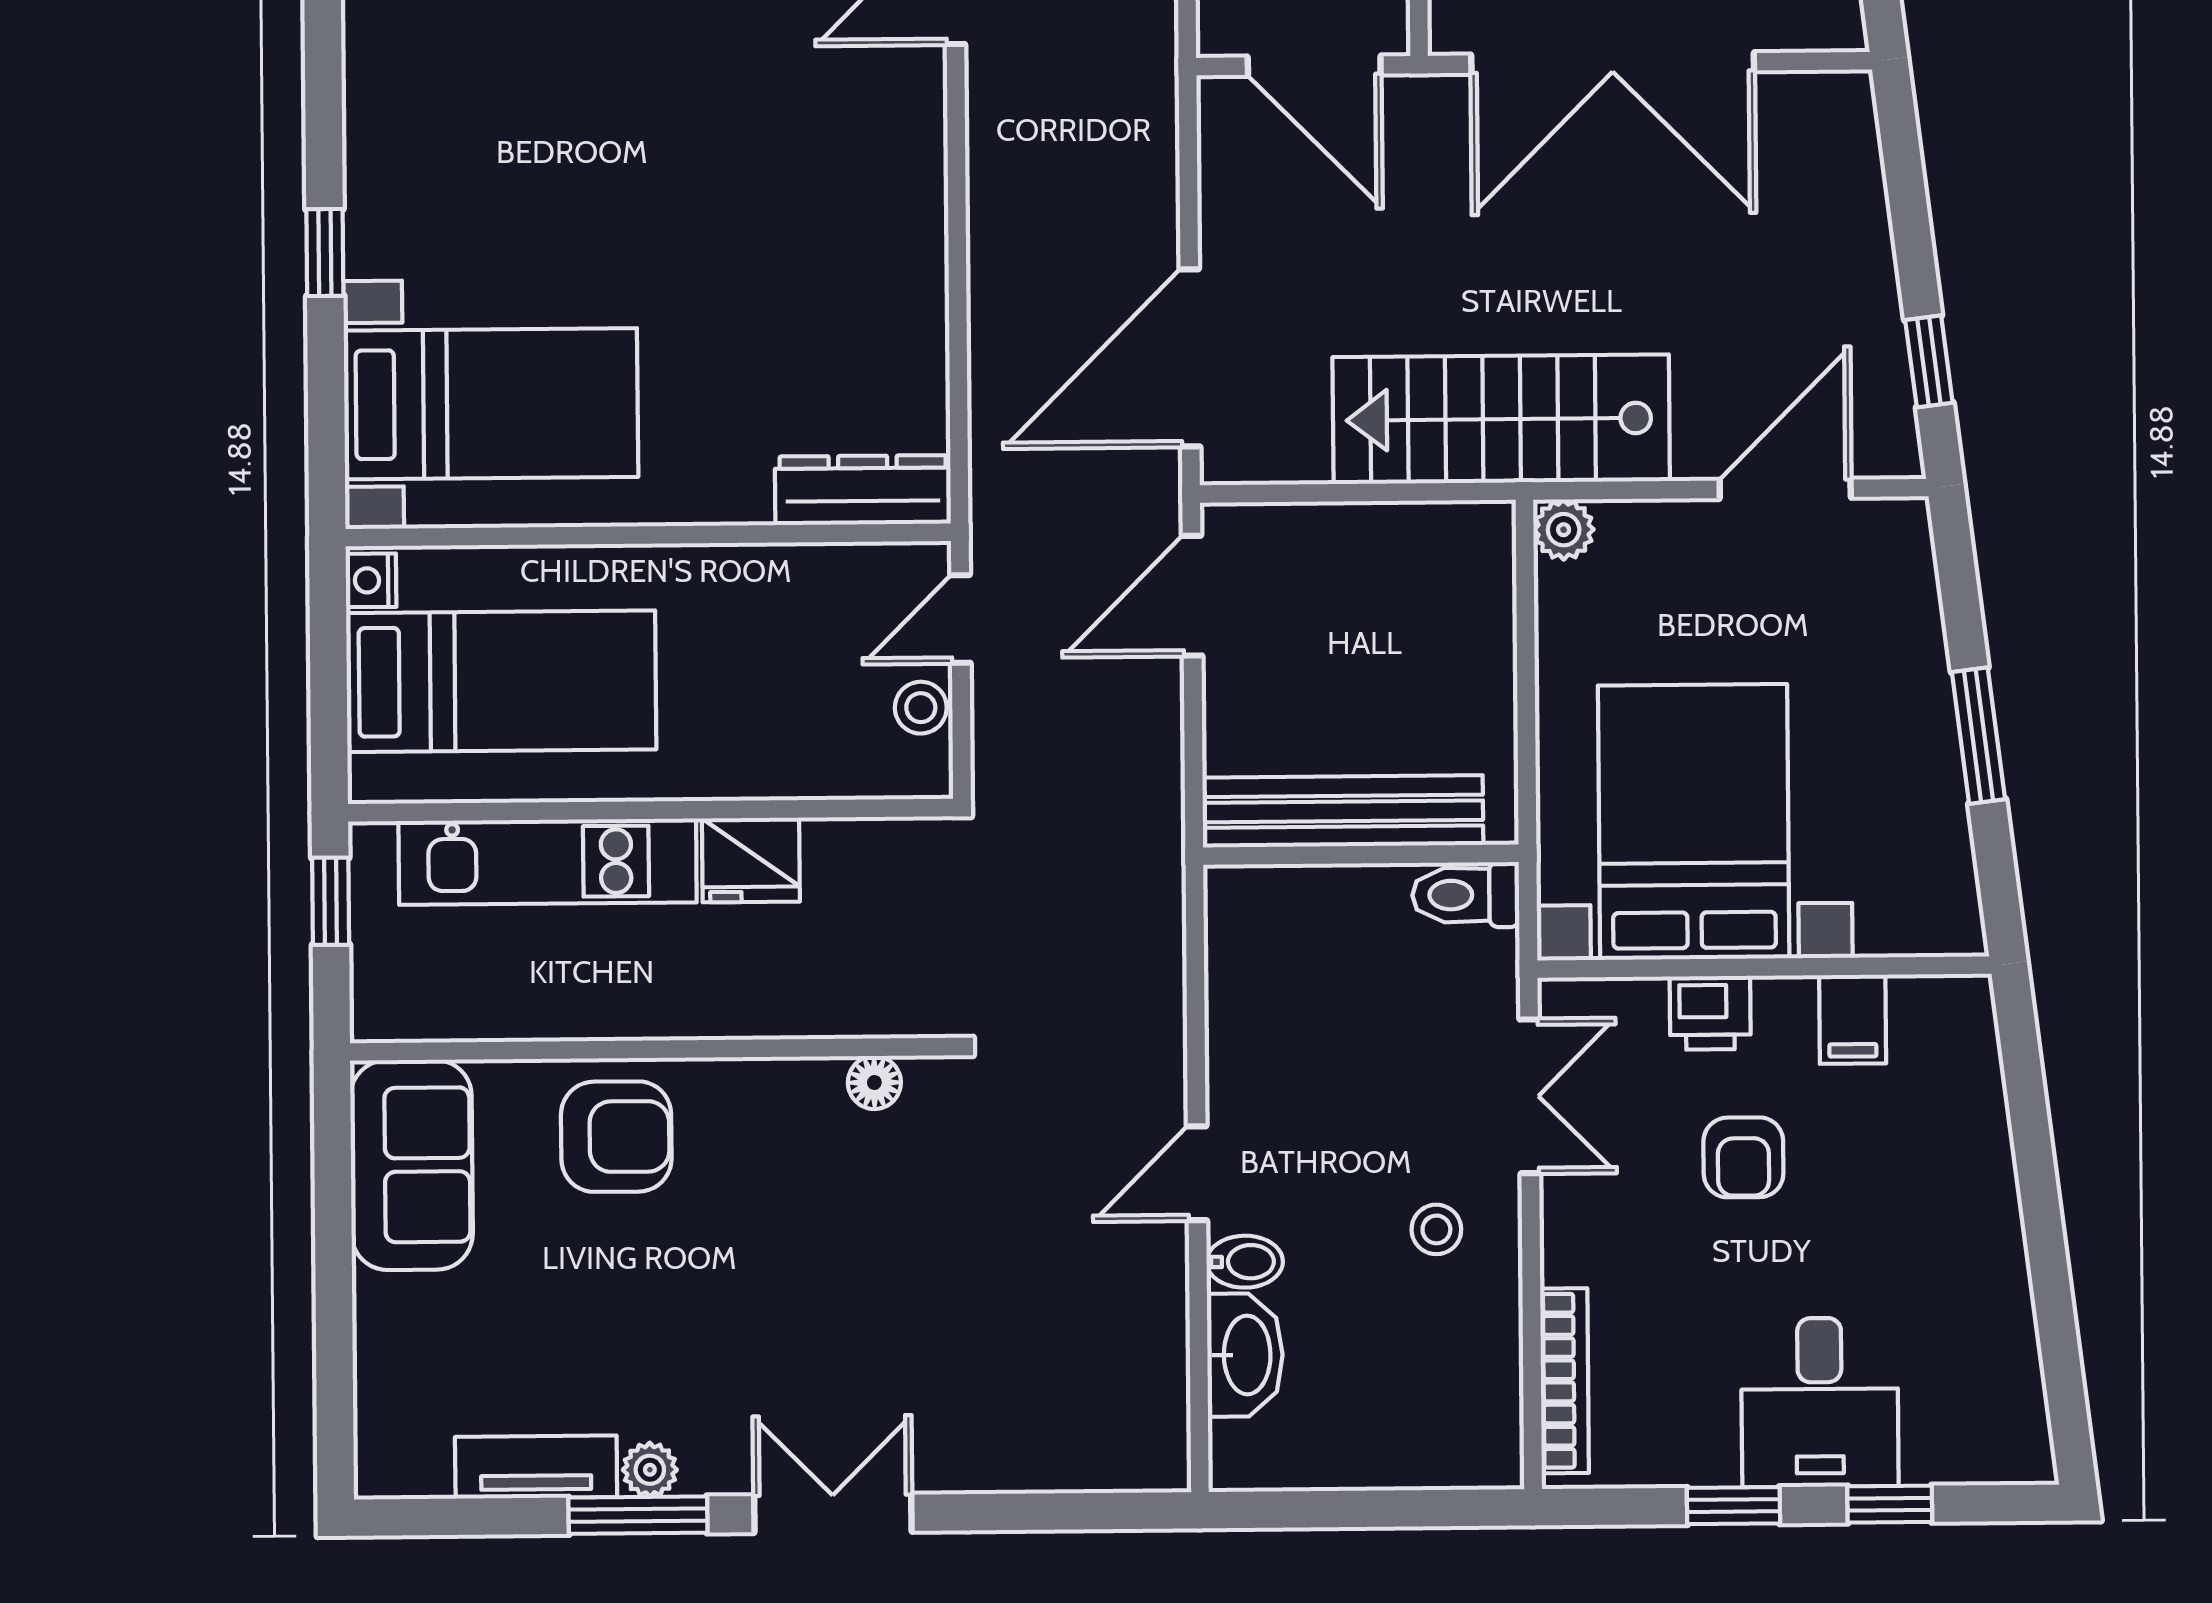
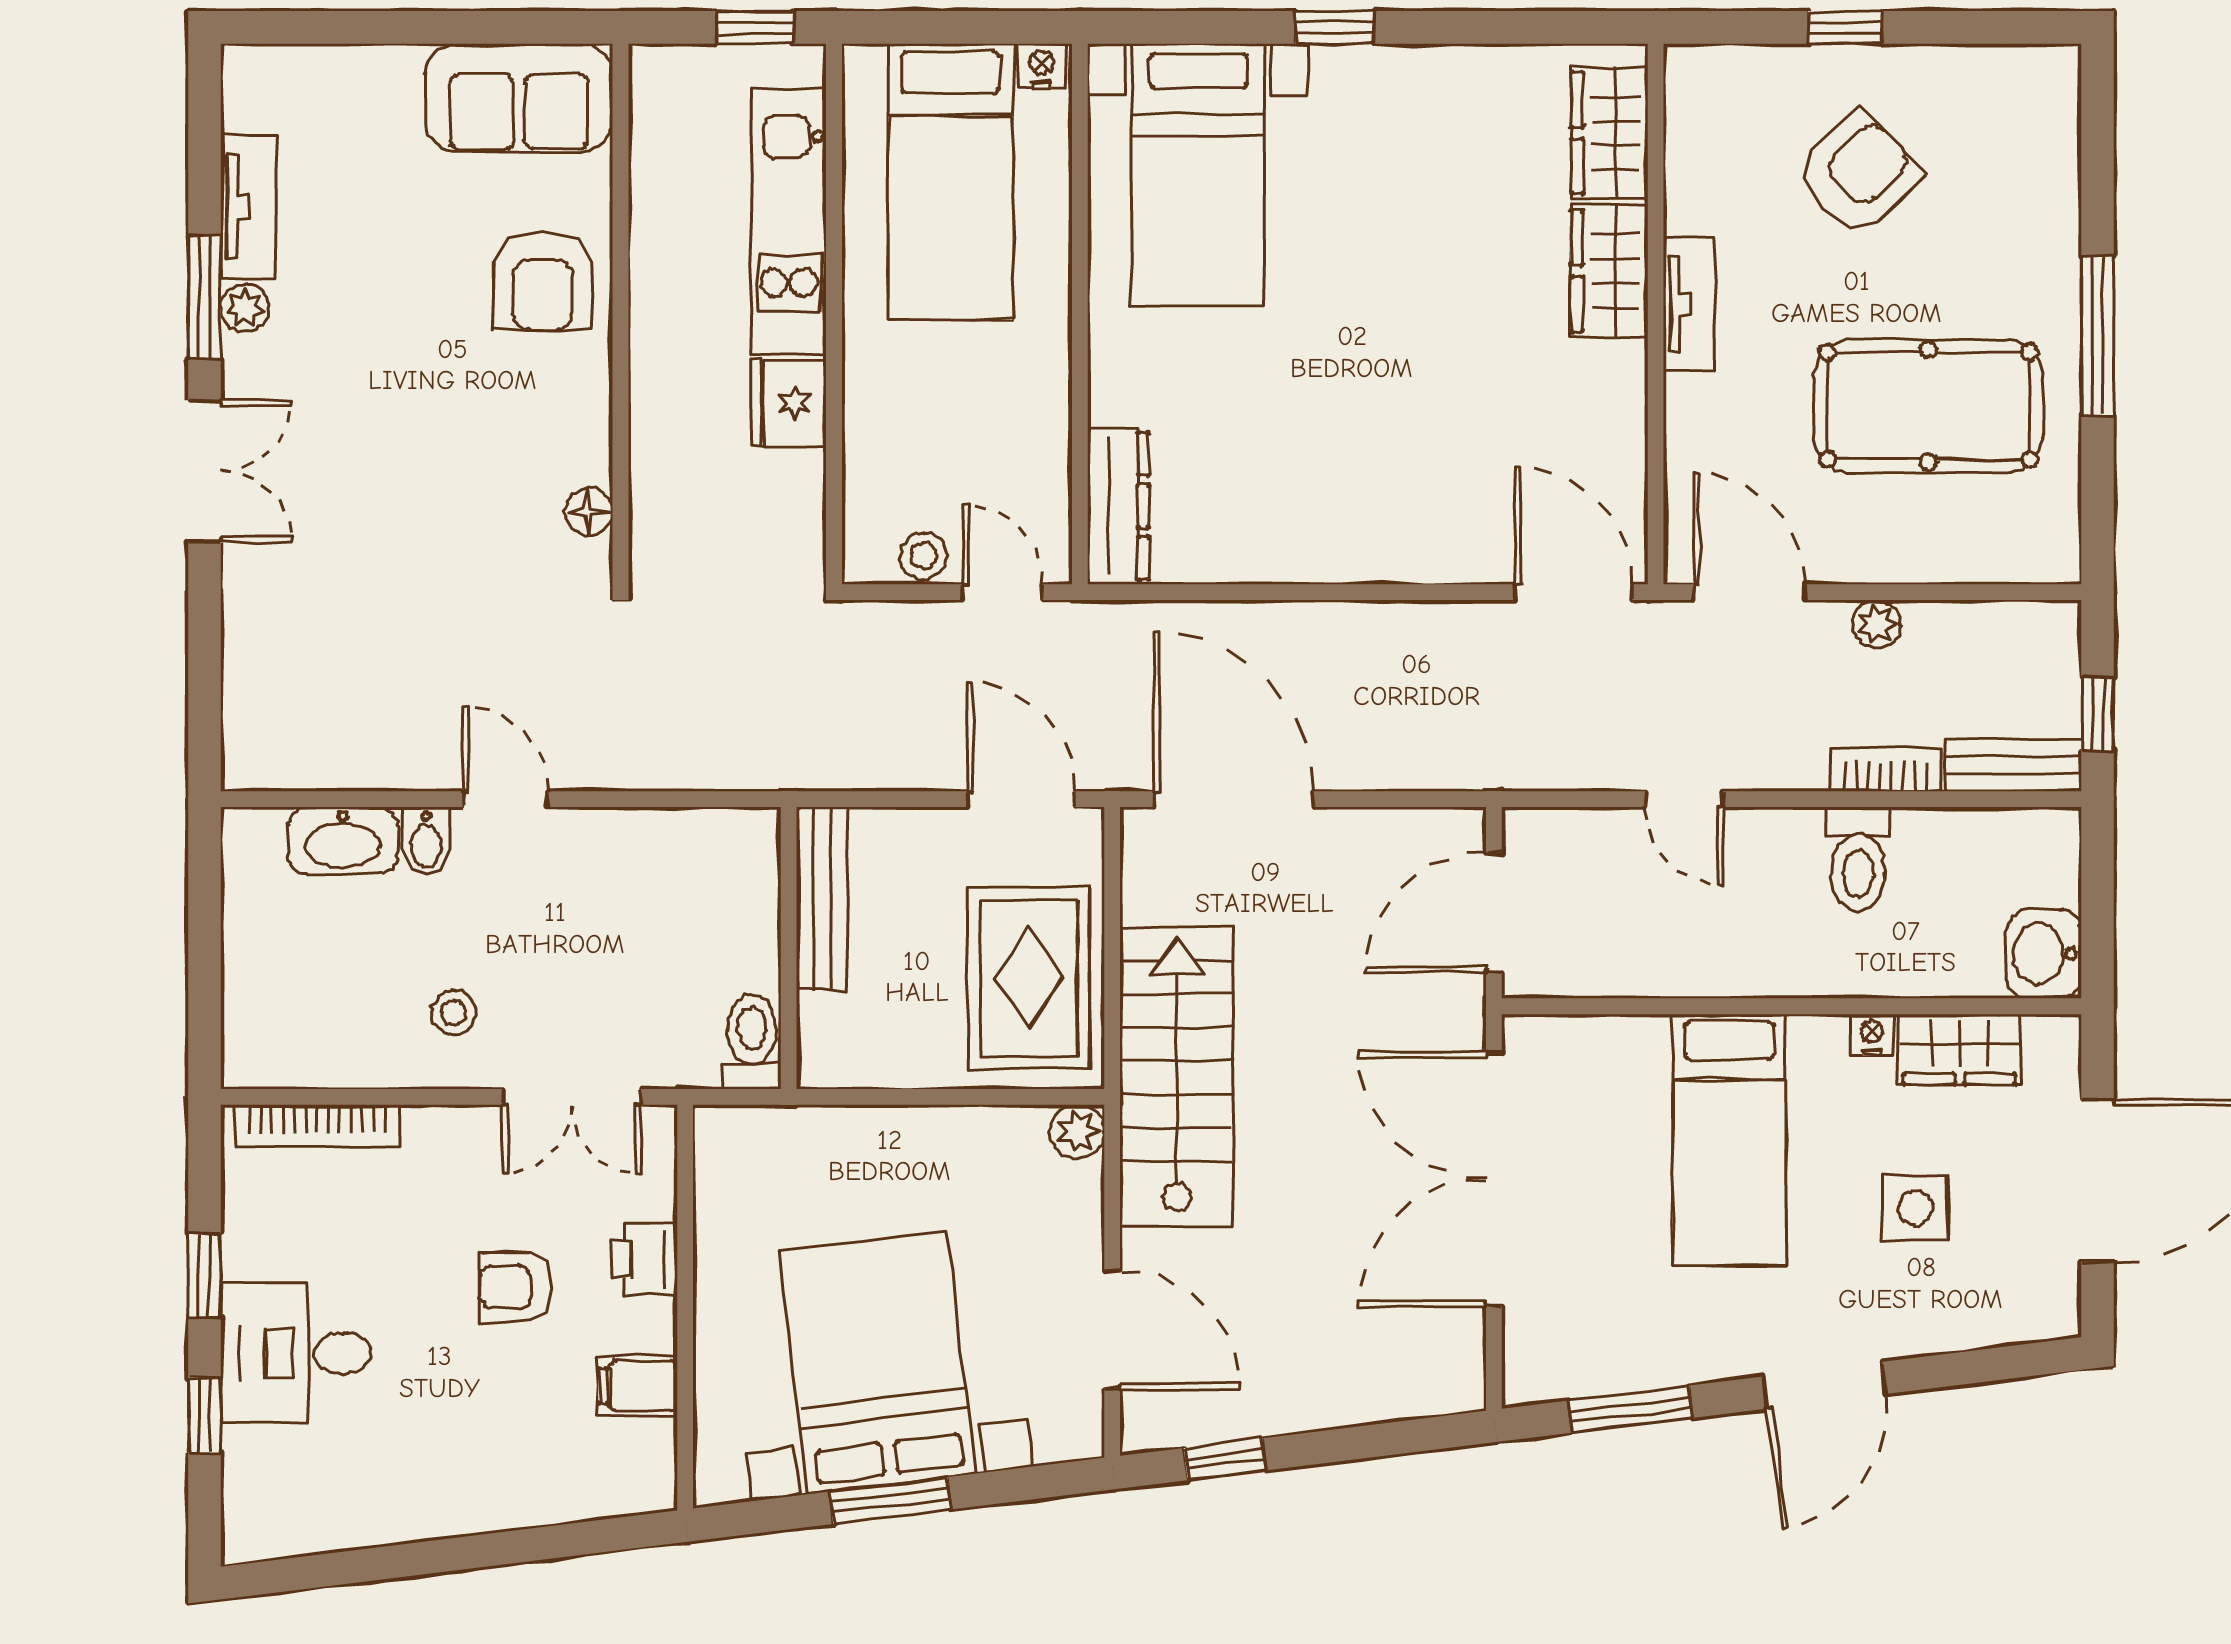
rug: (1392, 585) -> (1029, 978), added
bench: (1343, 811) -> (822, 899), width x0.73, depth x0.82
bed with nightstands: (1694, 822) -> (877, 1362), moved, turned -97

